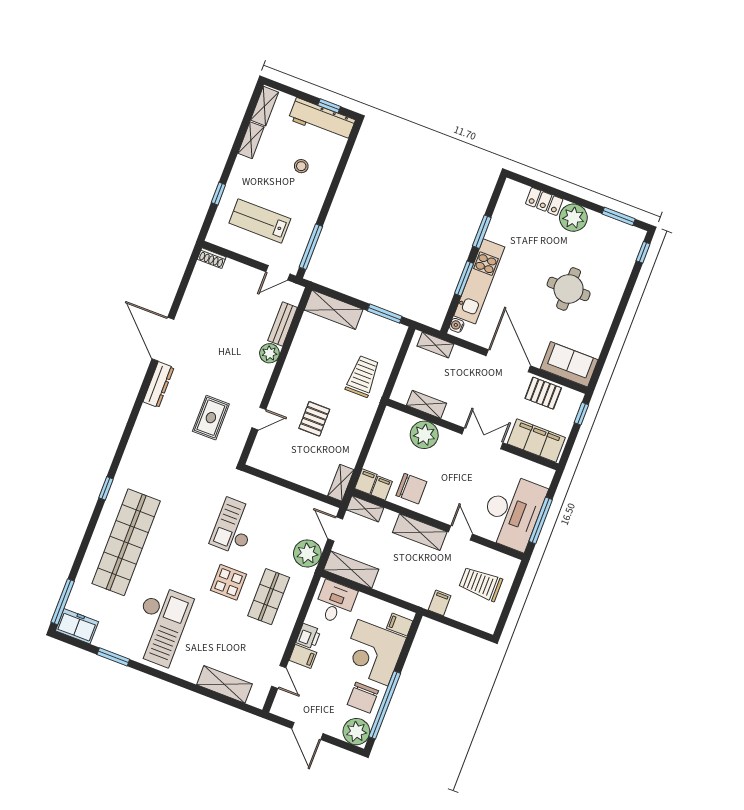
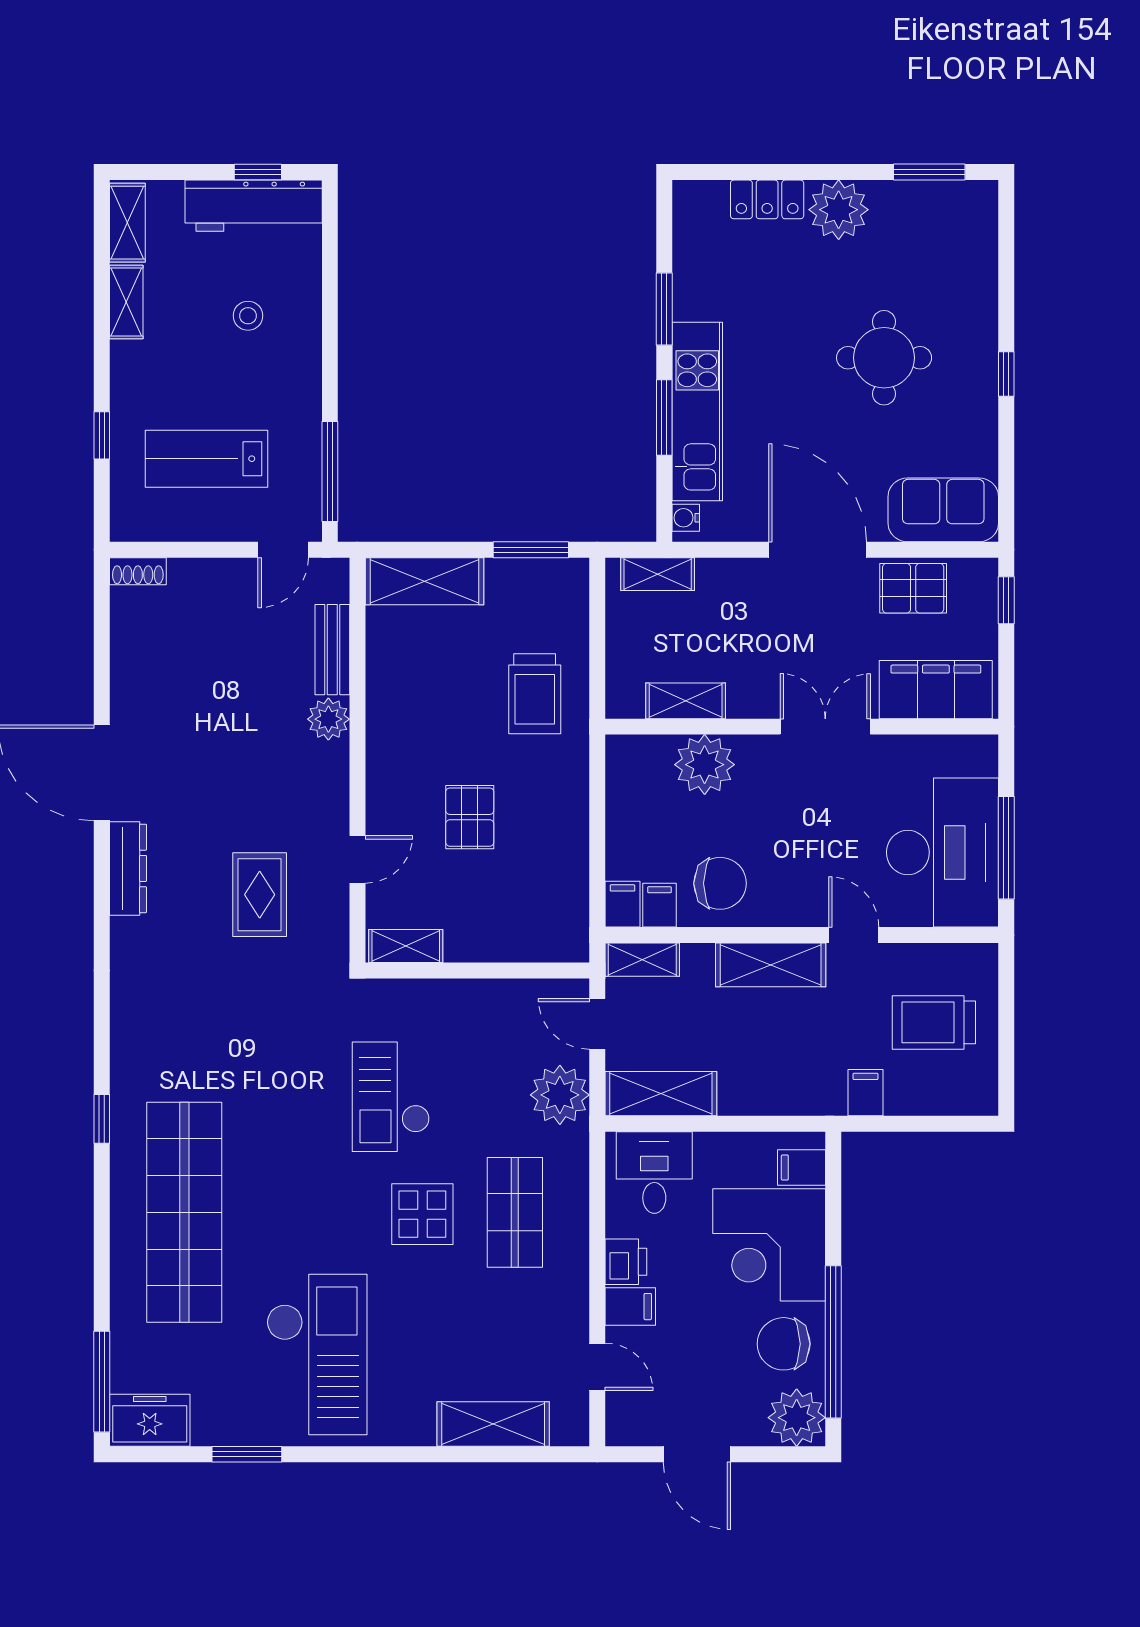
window: (643, 252) -> (1006, 374), moved
trolley: (363, 376) -> (535, 694), turned 180
shelving: (341, 483) -> (406, 946), moved, turned 90
chair: (363, 698) -> (784, 1344), turned 90

